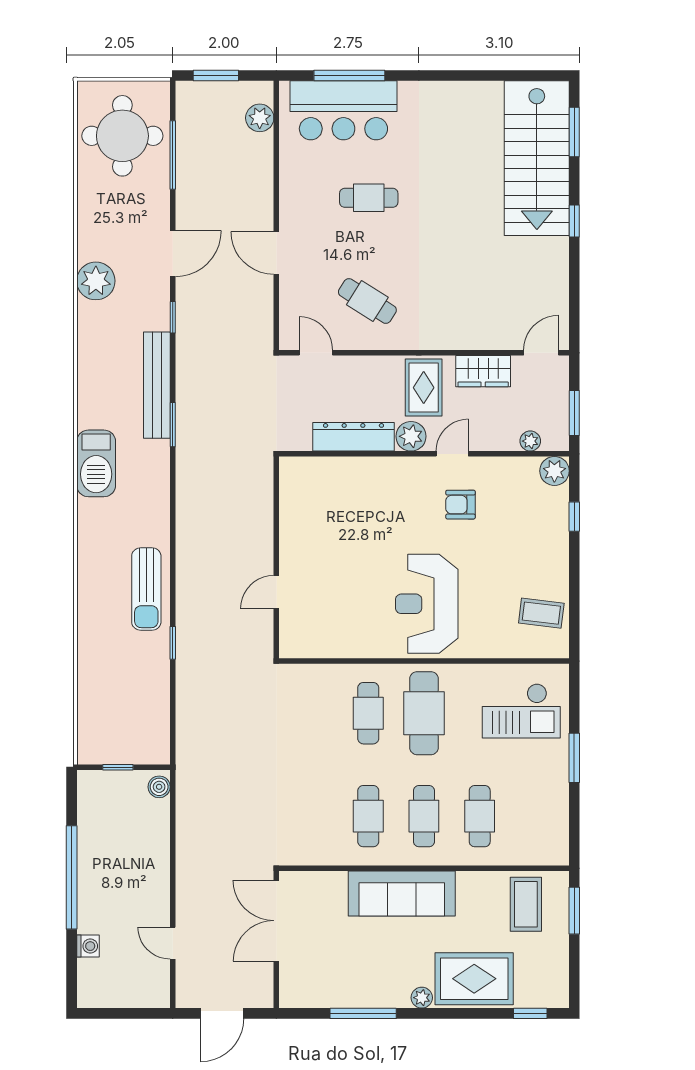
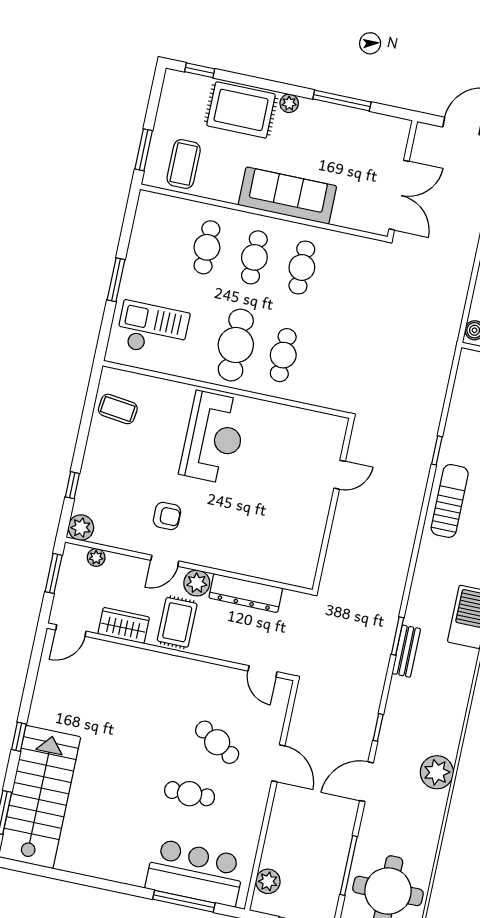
cafe table: (367, 301) -> (217, 742), moved
bench: (157, 385) -> (406, 651), width x0.54, depth x0.82

